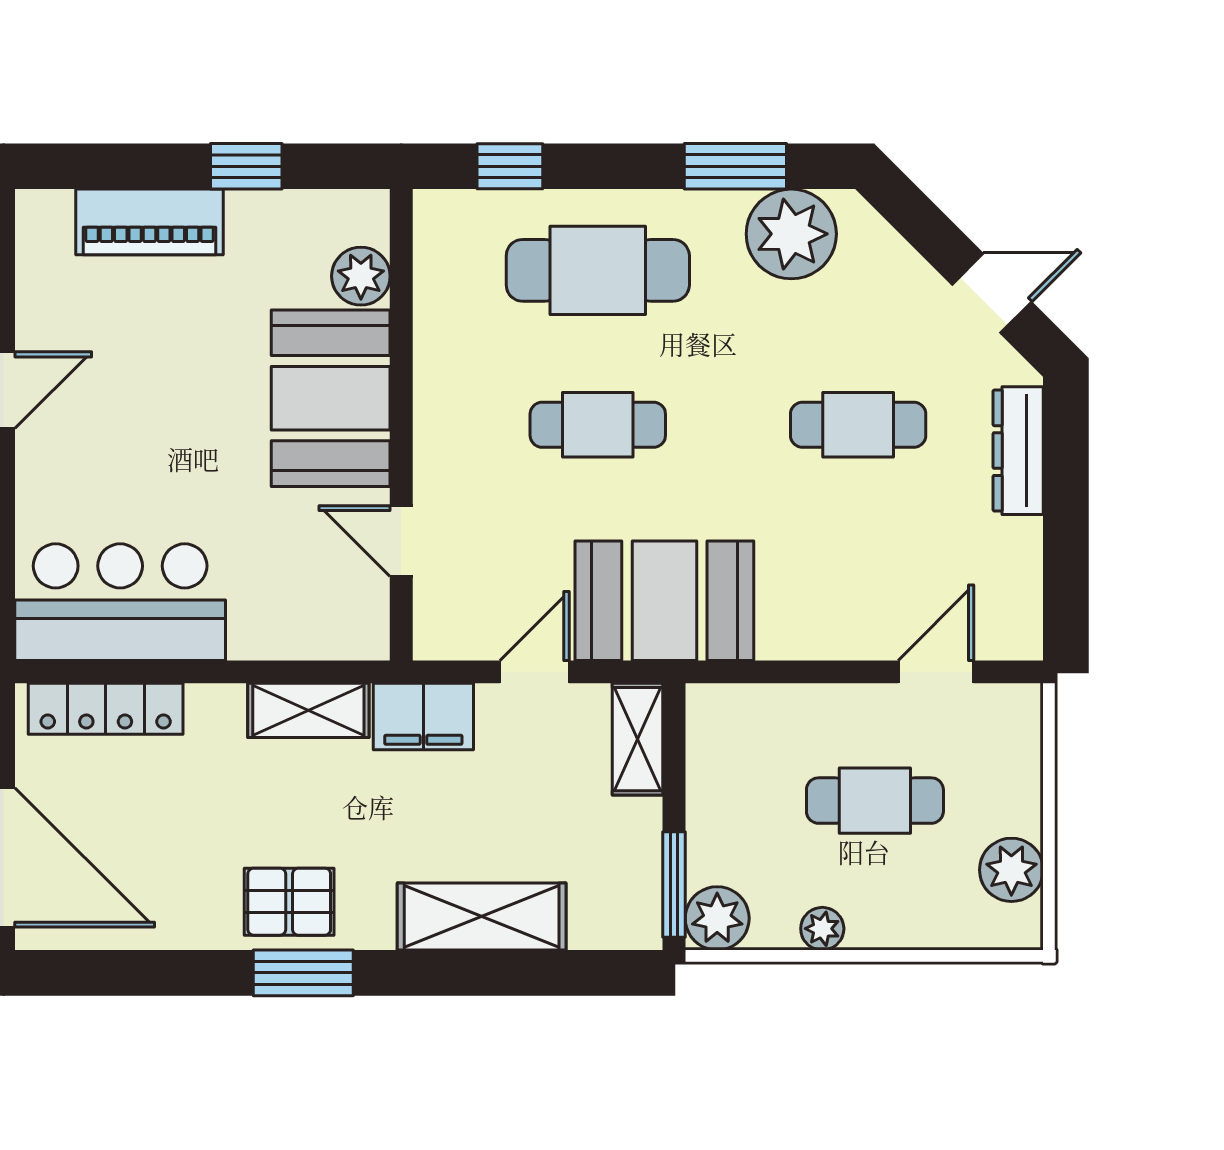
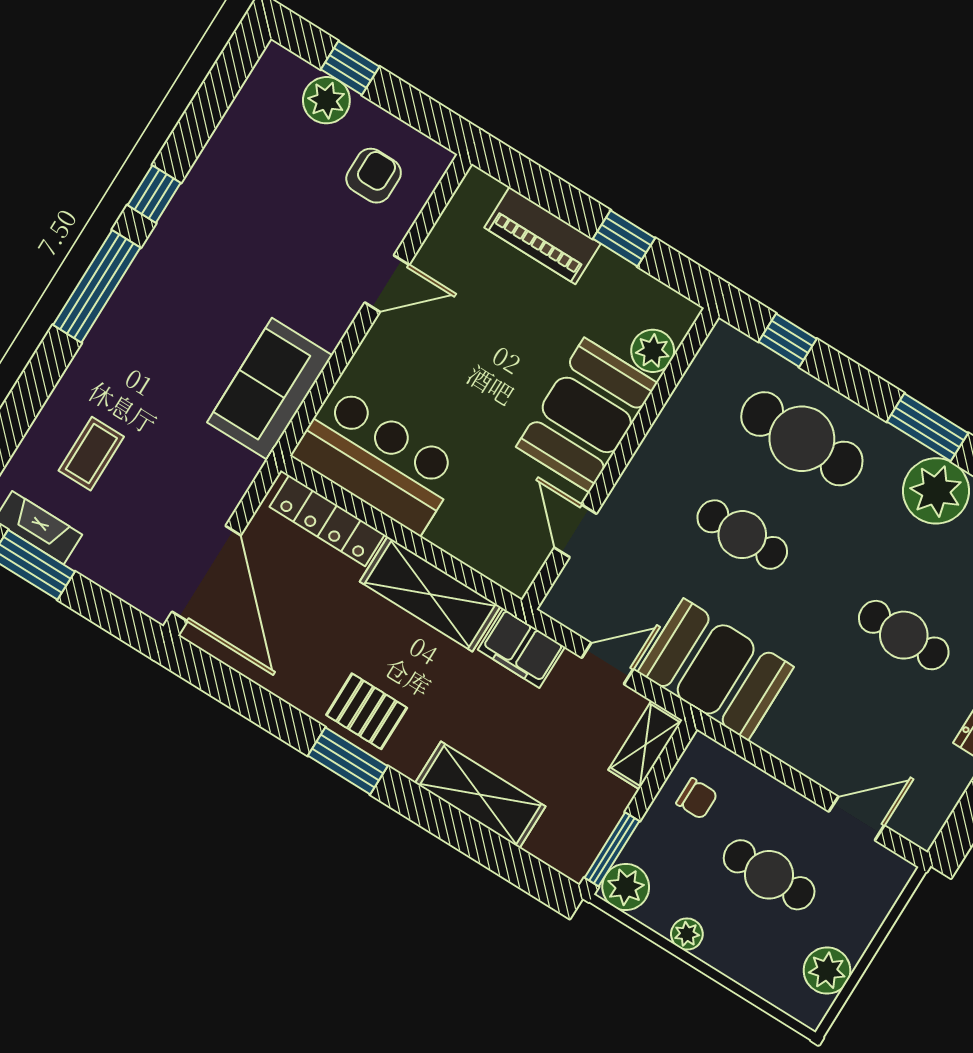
shelving: (308, 710) -> (430, 594), width x1.50, depth x1.33
chair: (736, 764) -> (697, 799), added

